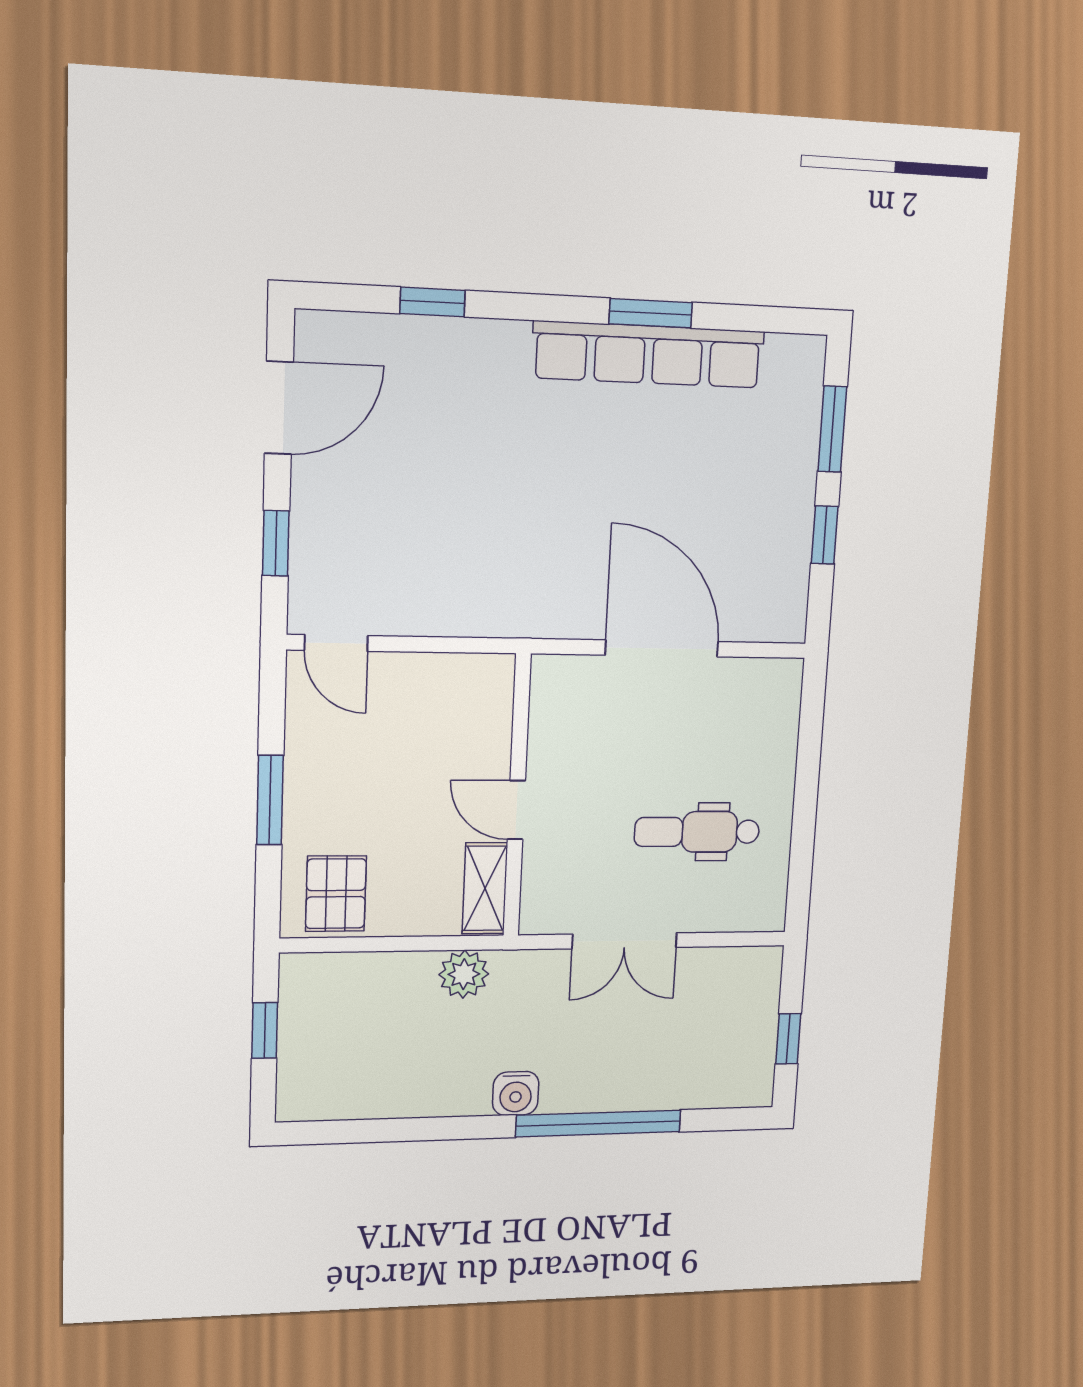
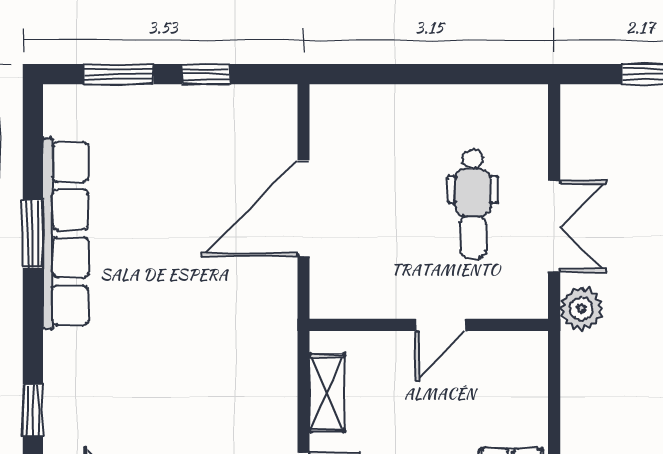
dental chair: (697, 832) -> (473, 203), moved
shelving: (485, 888) -> (327, 393), moved, turned 90
plant: (464, 974) -> (581, 309), moved

